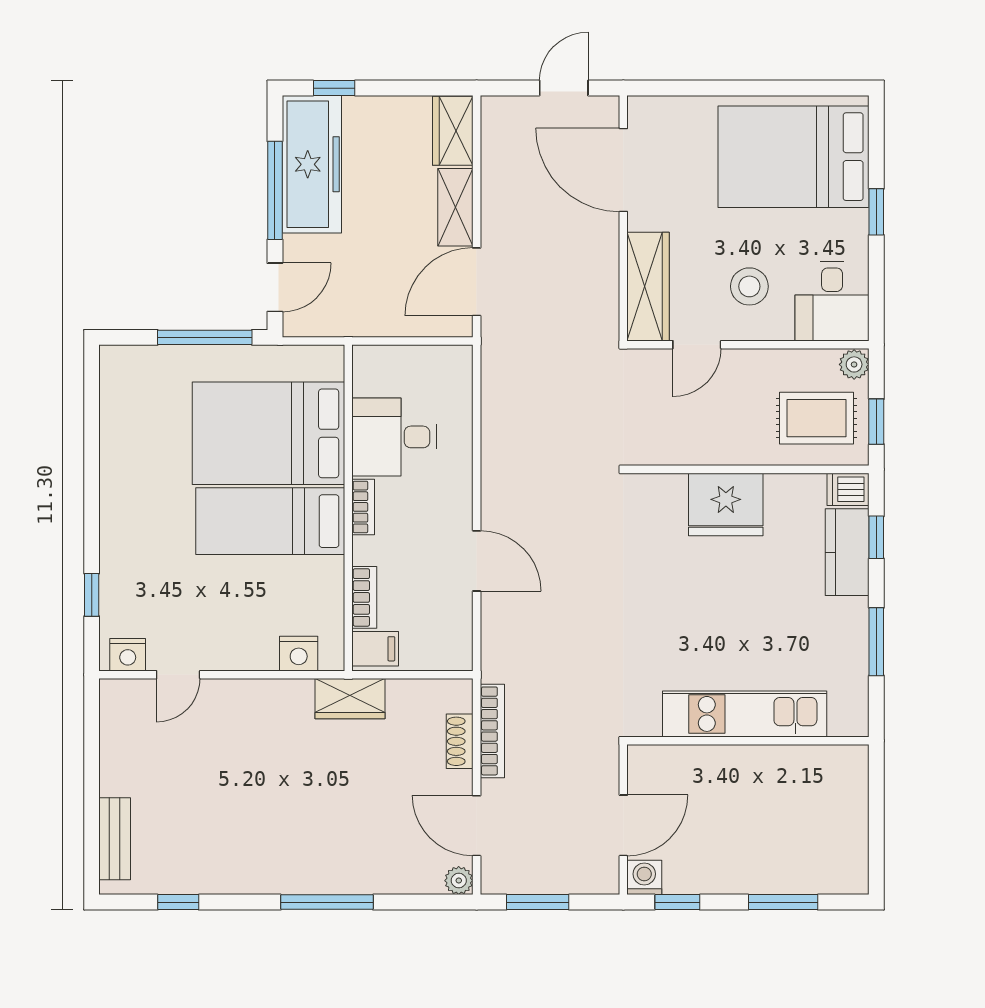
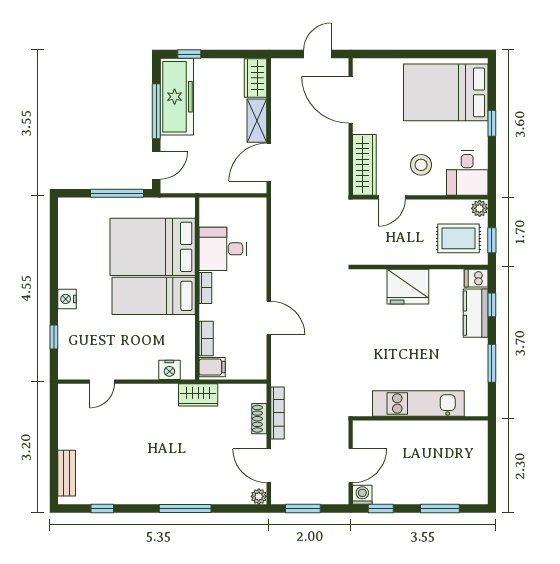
nightstand: (128, 655) -> (67, 299), moved, turned 90

